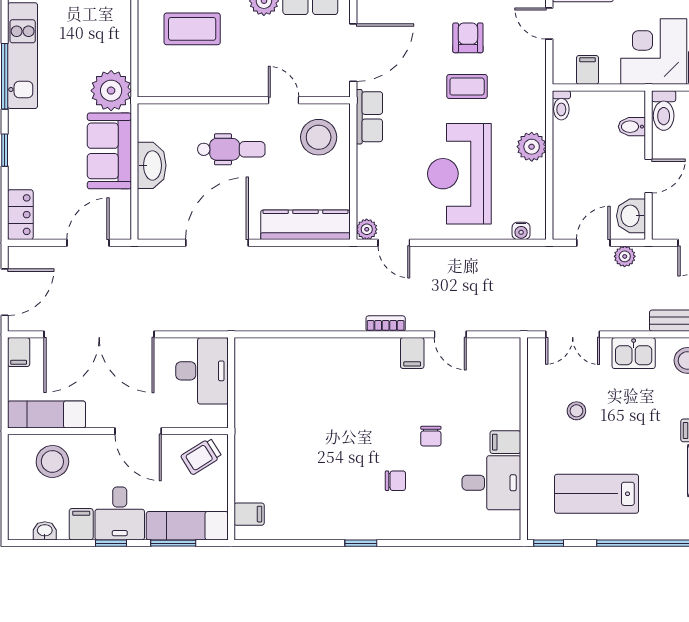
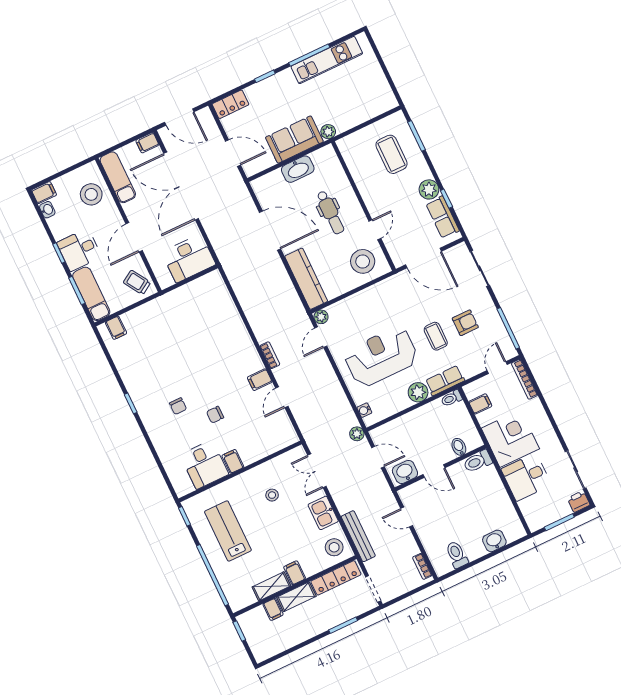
plant: (111, 91) -> (328, 132), width x0.53, depth x0.53
row of seats: (369, 117) -> (445, 381), moved, turned 180
plant: (625, 256) -> (357, 434), moved
filing cabinet: (81, 524) -> (44, 193), moved

